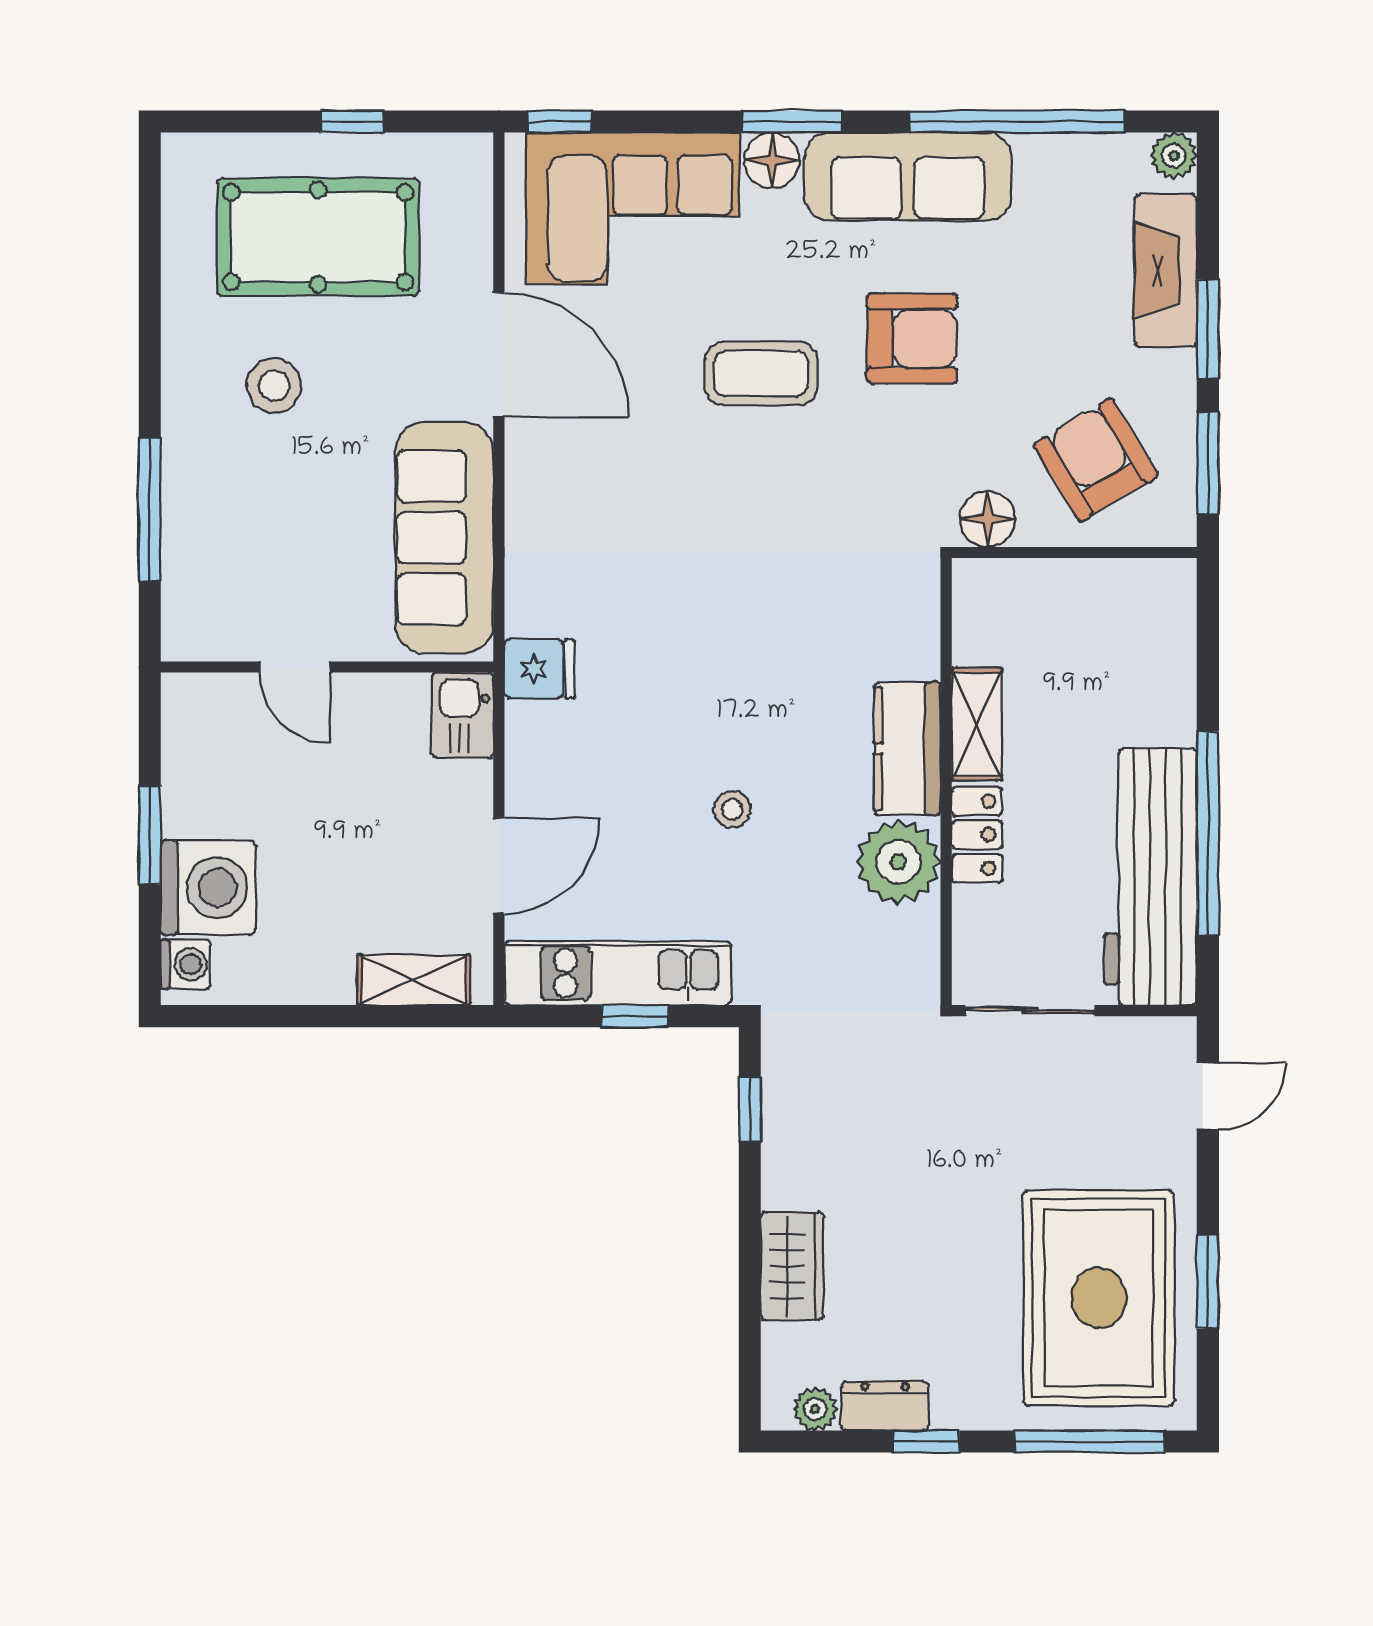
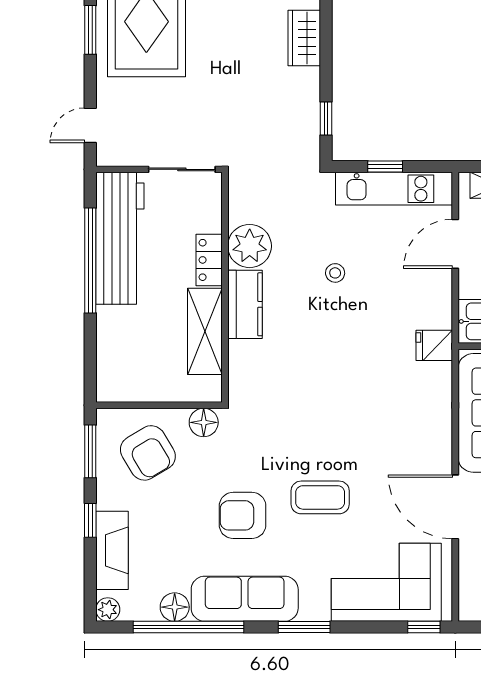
floor lamp: (772, 160) -> (175, 607), moved
window: (1208, 329) -> (90, 520), width x0.67
shelving: (977, 724) -> (205, 331), width x1.50, depth x1.33

